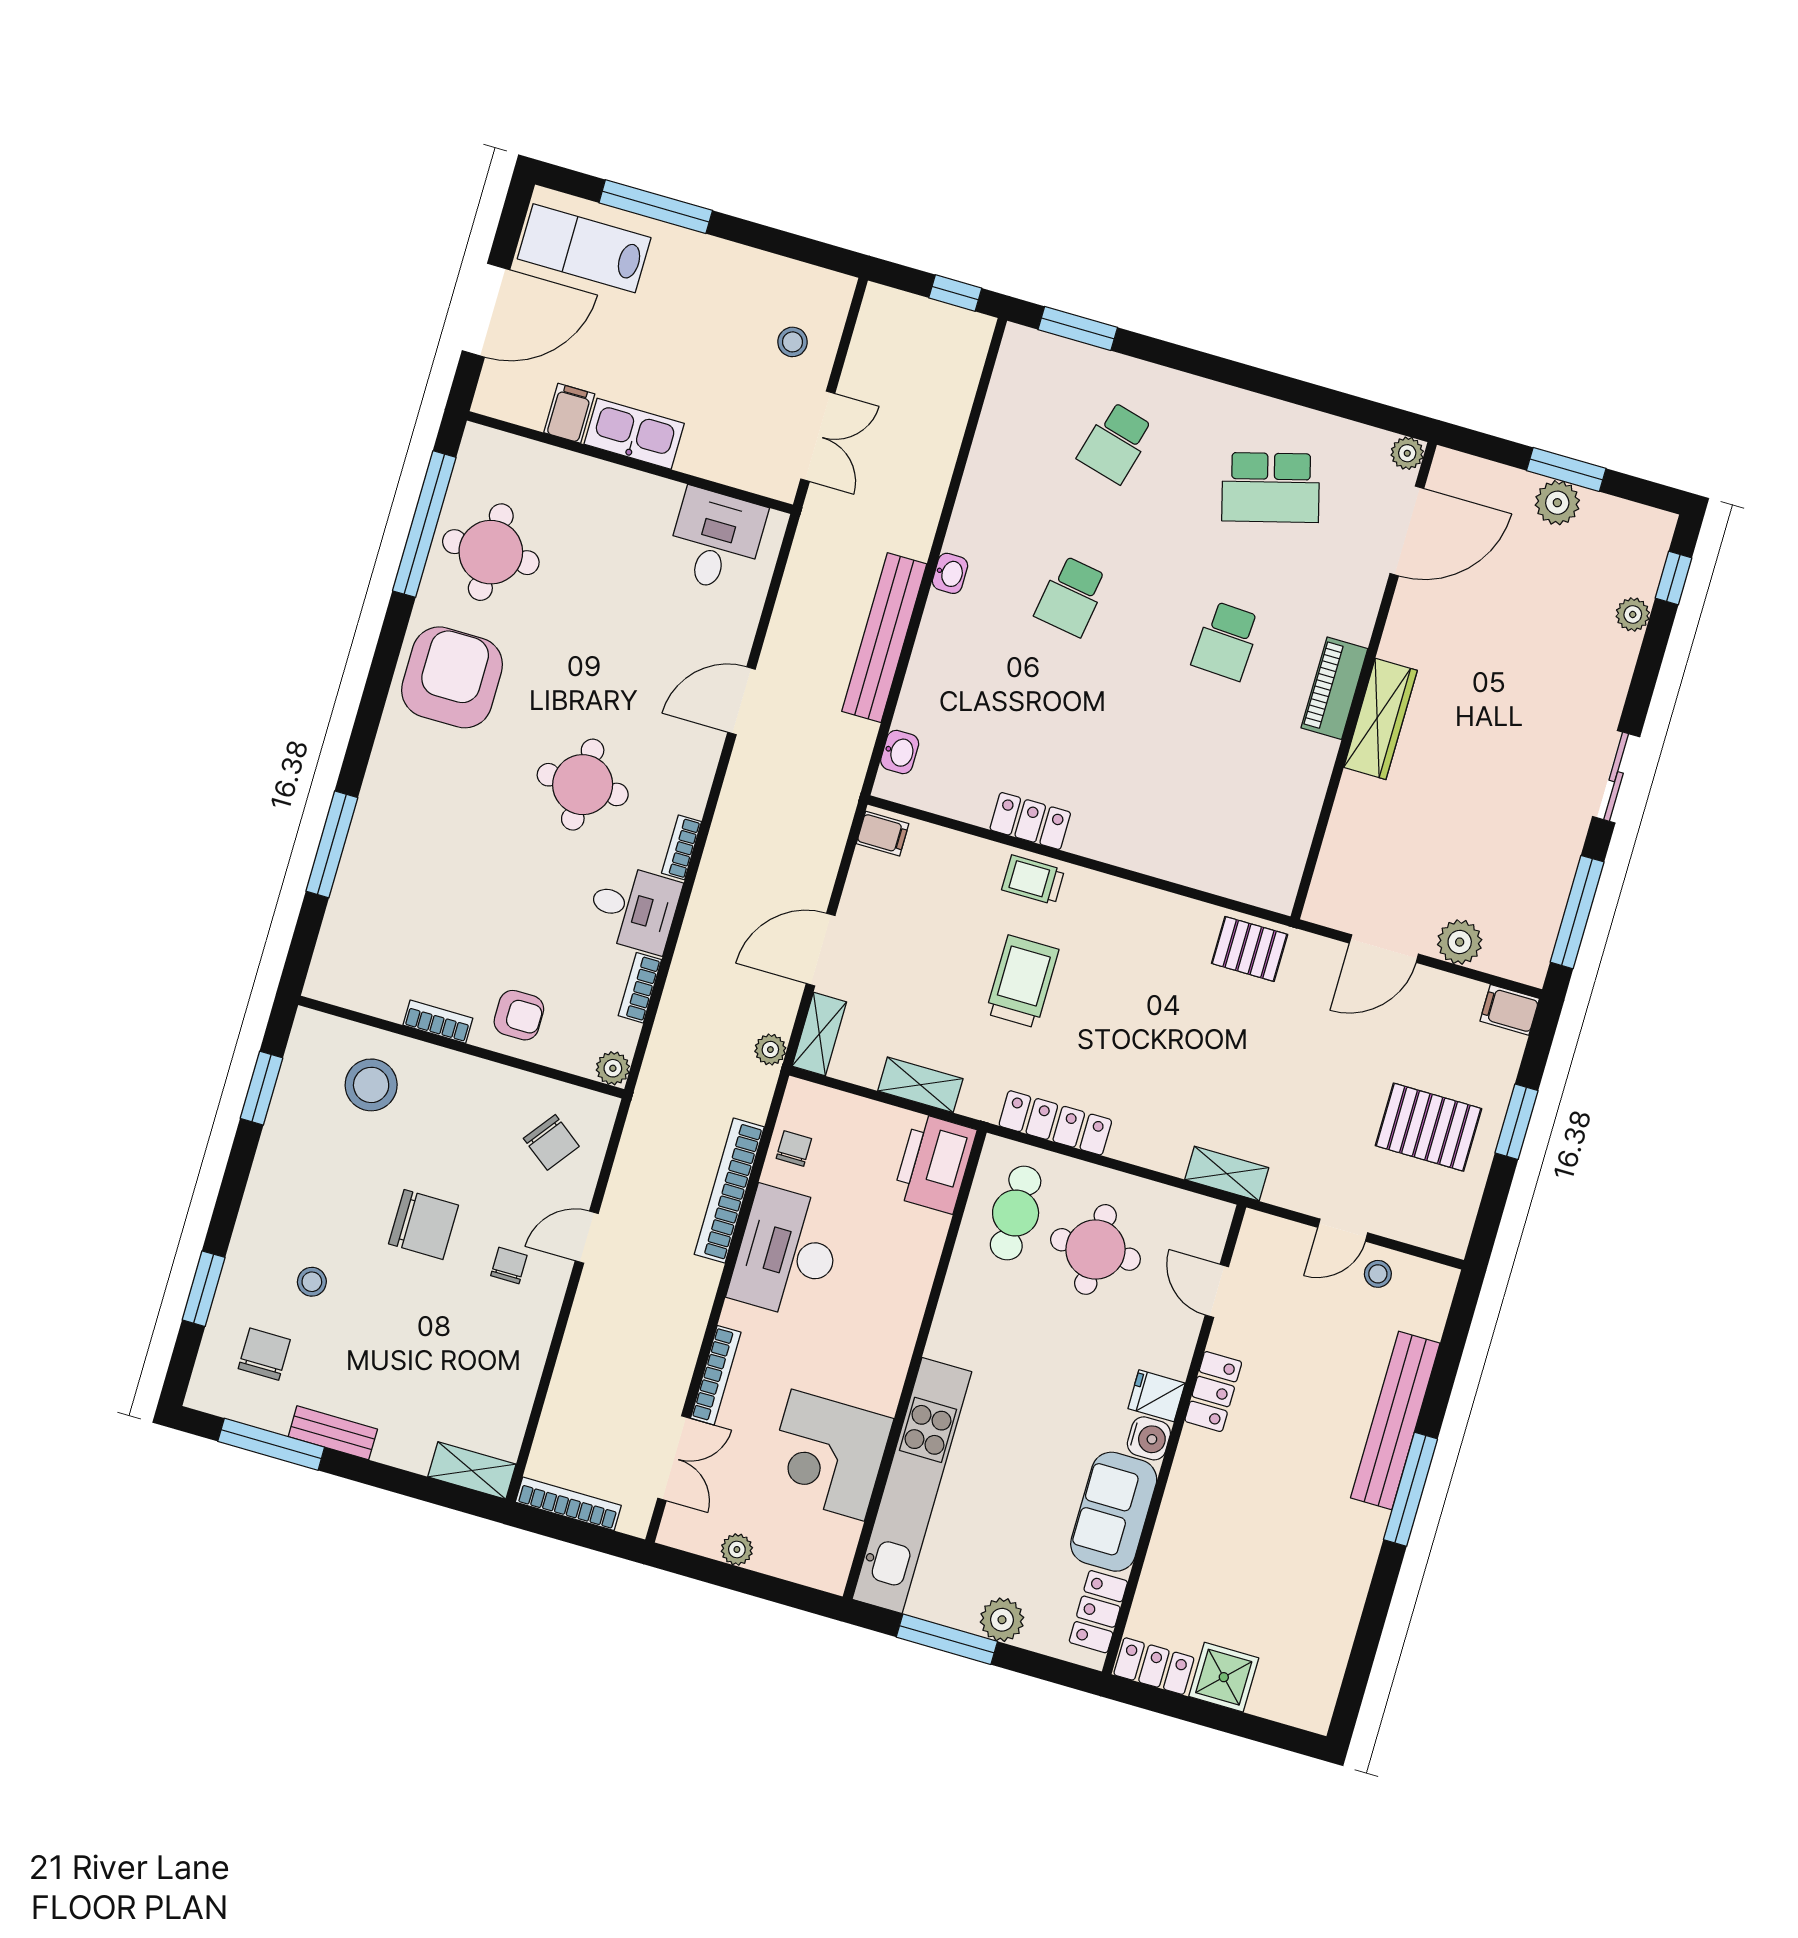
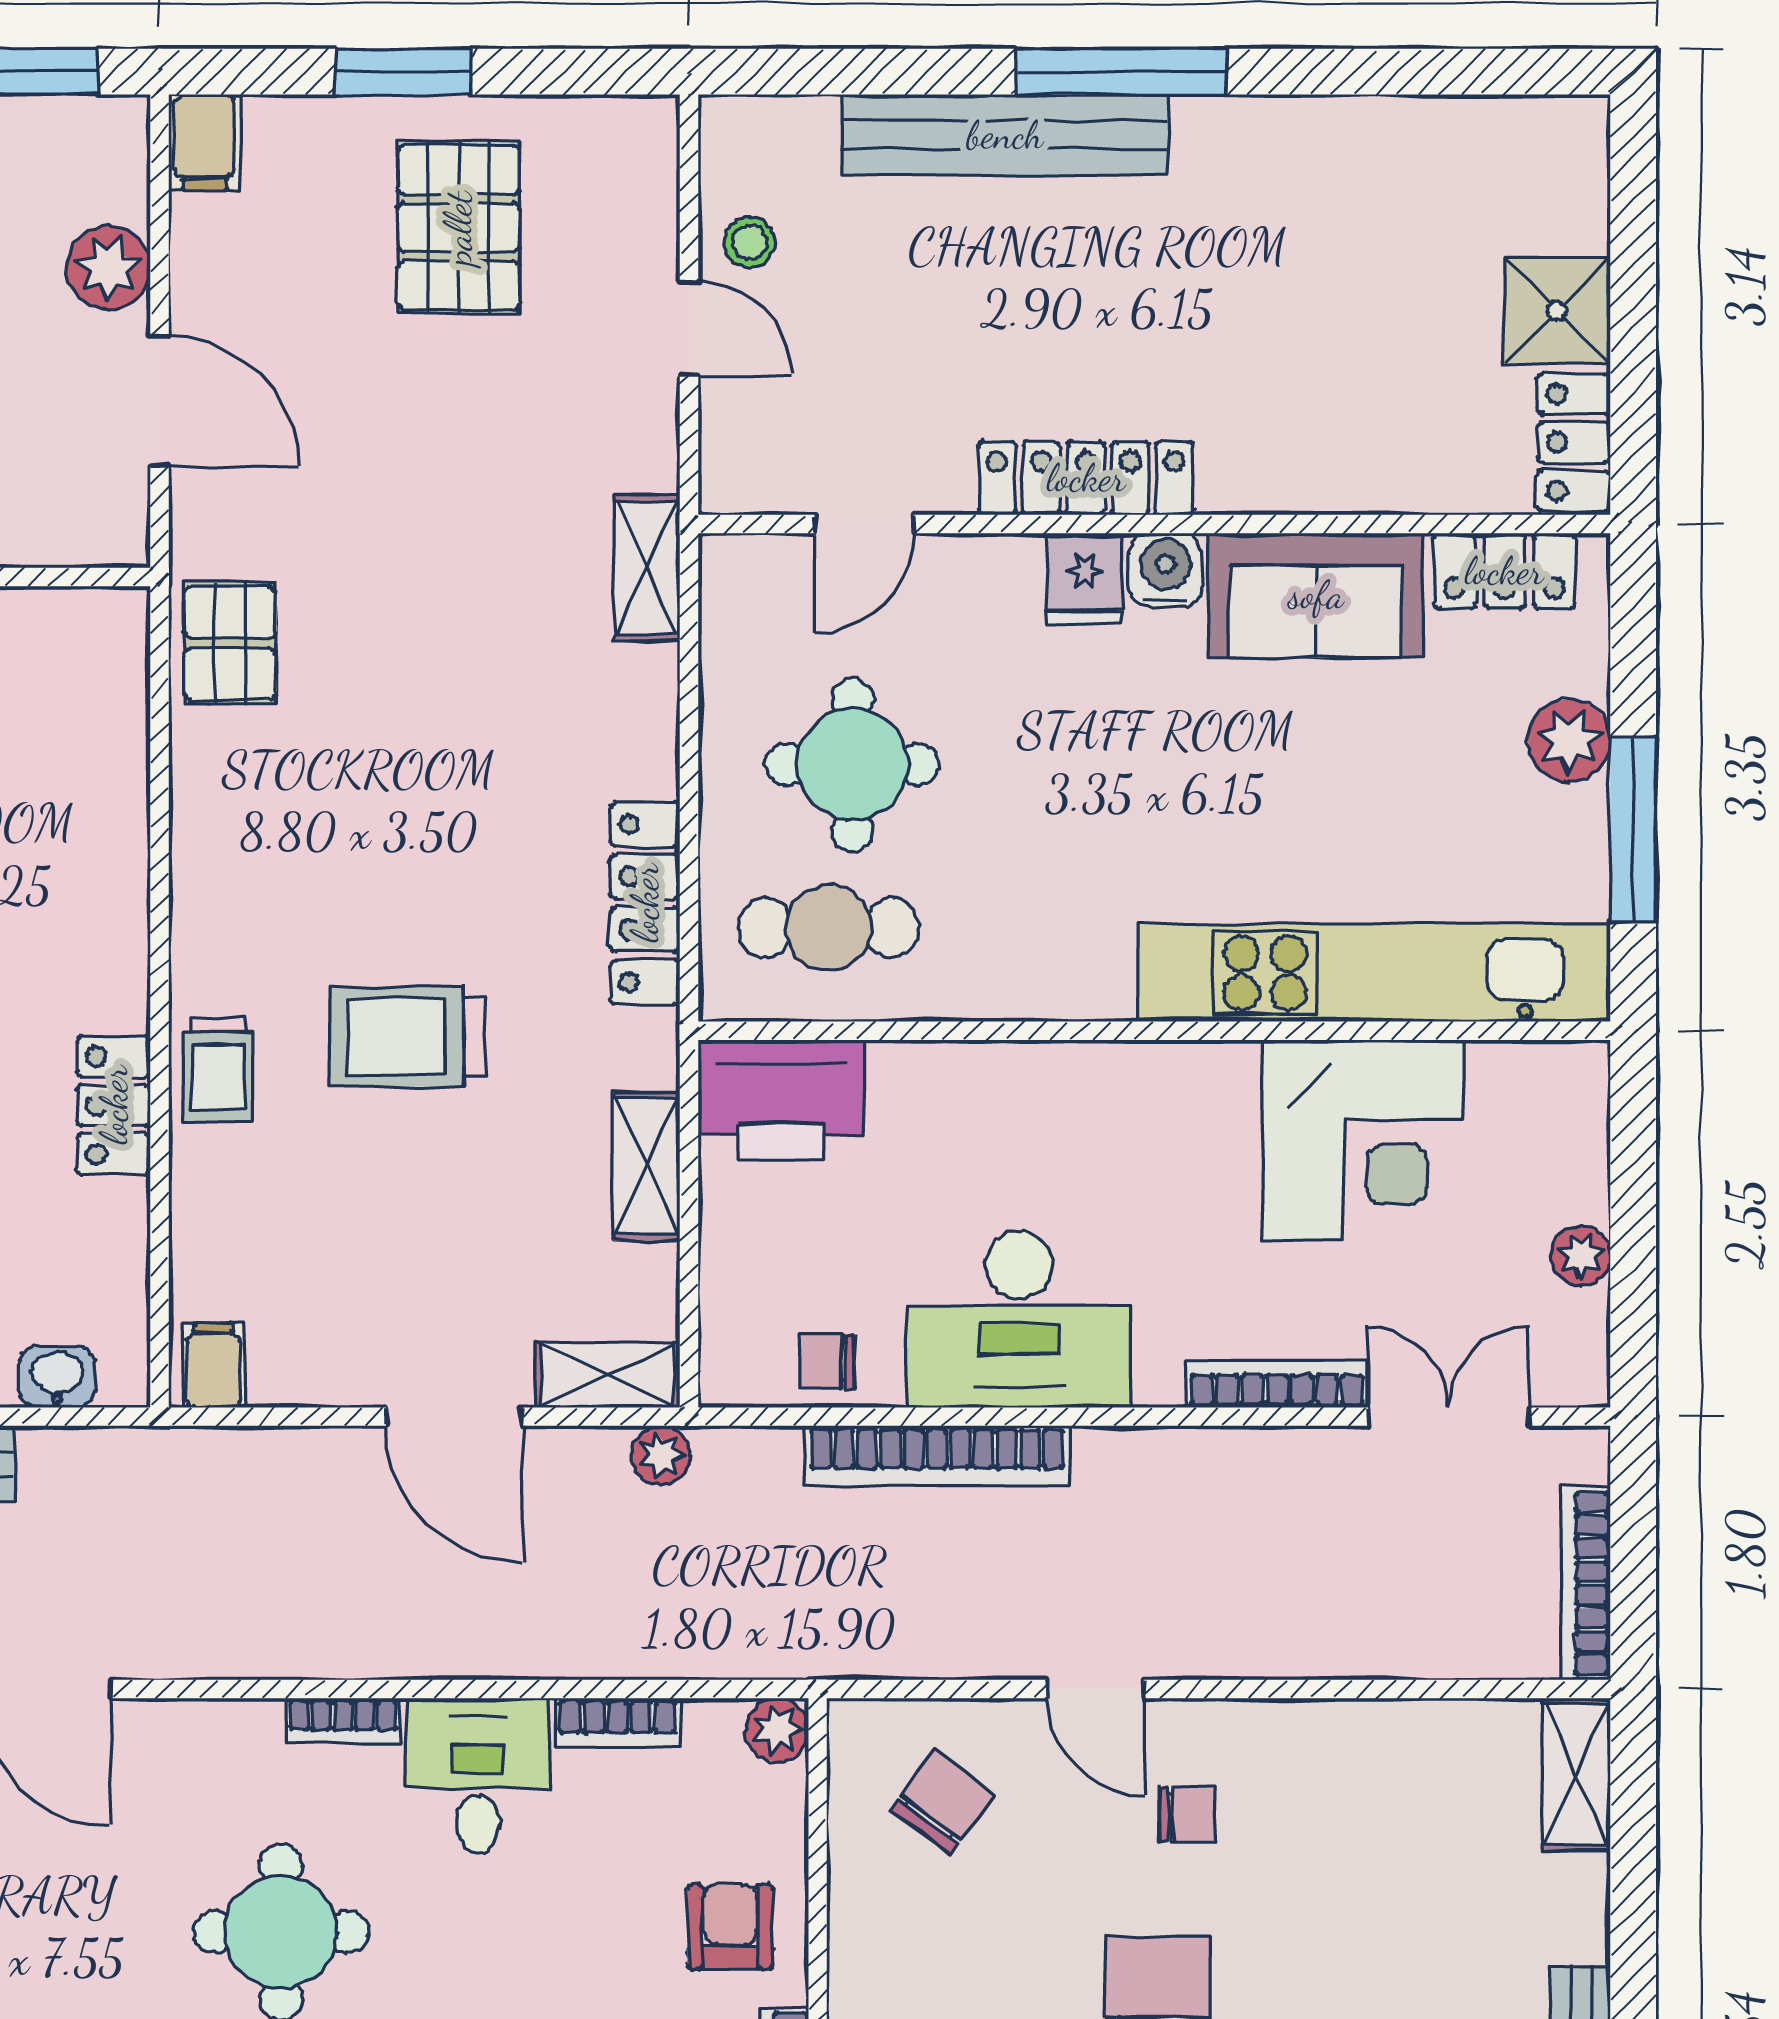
chair: (509, 1265) -> (1187, 1814), turned 180
locker: (1213, 1392) -> (1086, 478), width x1.53

